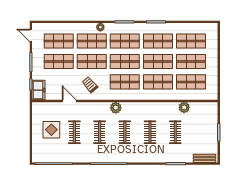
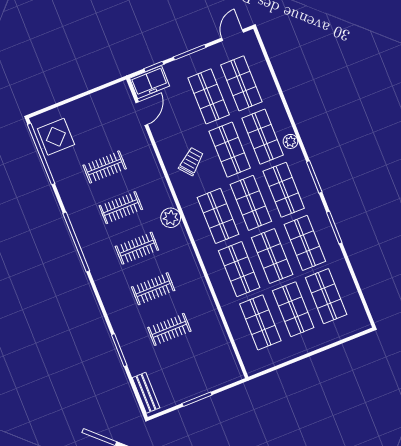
door: (69, 101) -> (142, 114), moved
plant: (184, 107) -> (215, 328), removed
display table: (51, 130) -> (56, 137), moved

